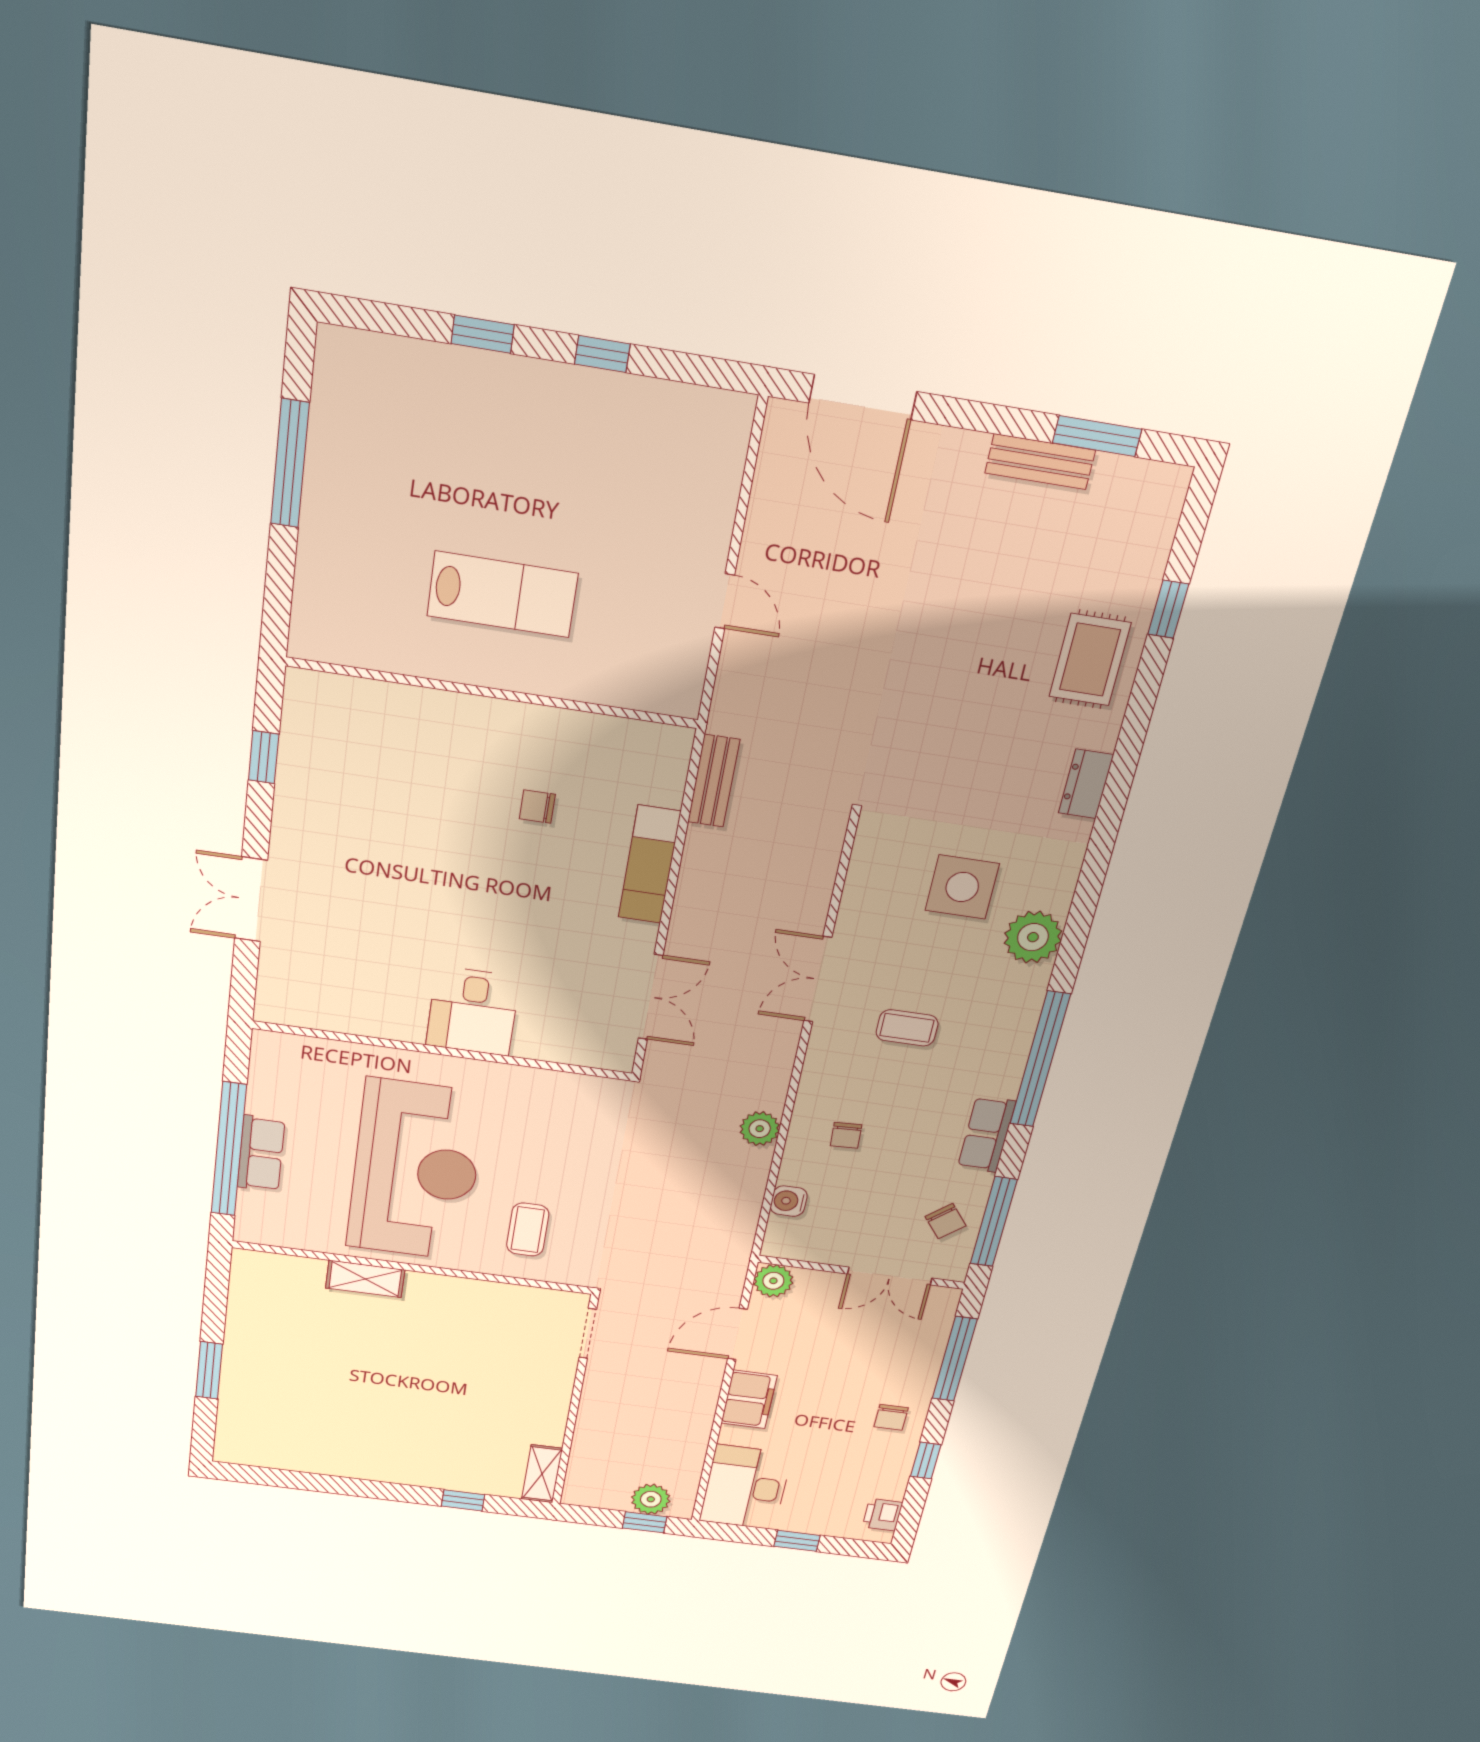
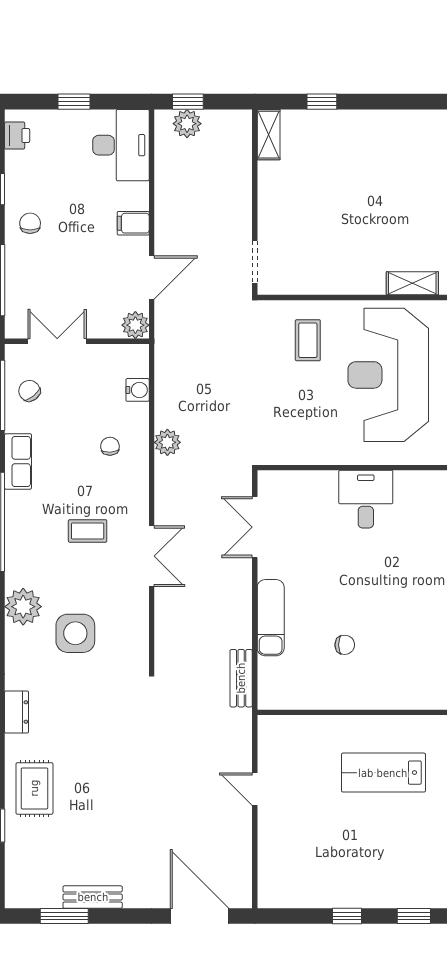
filing cabinet: (749, 1399) -> (133, 223), width x0.50

